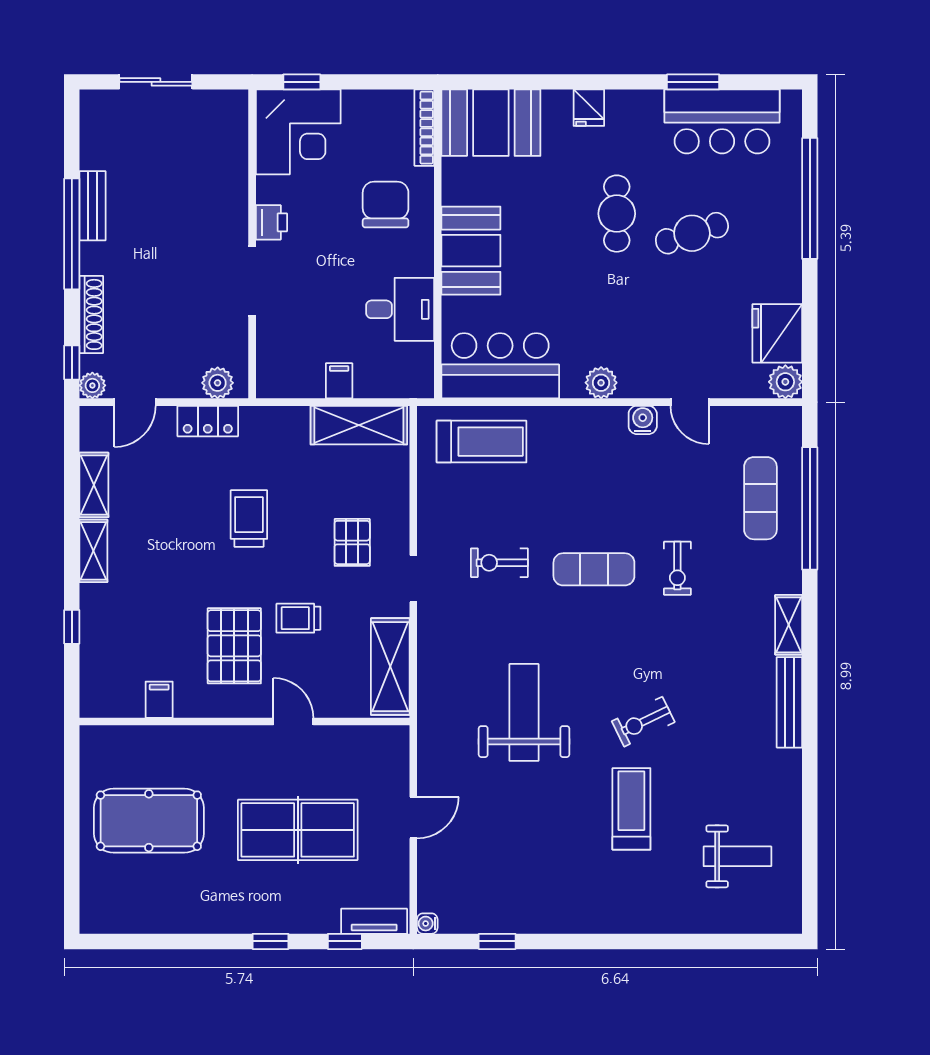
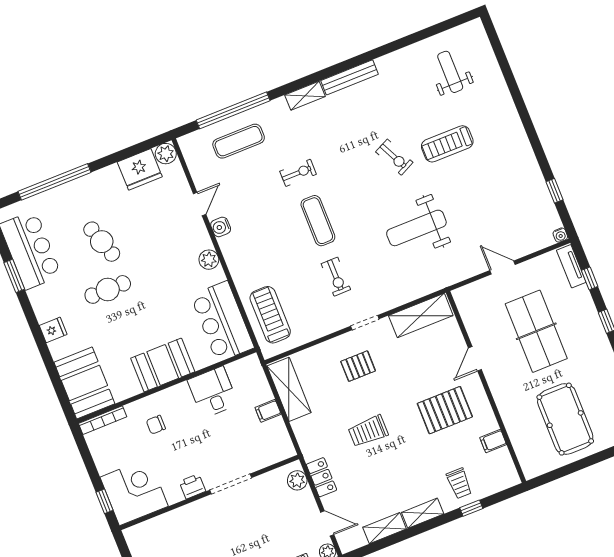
chair: (386, 205) -> (156, 425), width x0.54, depth x0.54
trolley: (298, 618) -> (459, 483), moved

